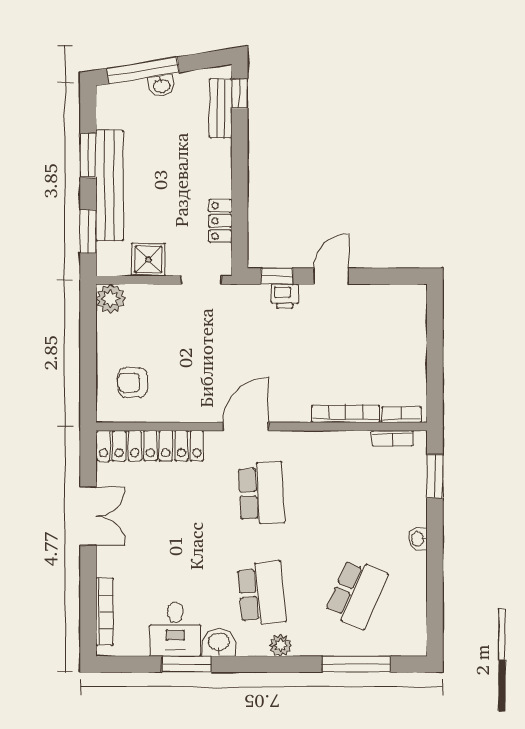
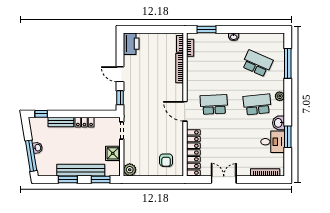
bench: (221, 108) -> (61, 122), moved
locker: (220, 221) -> (84, 122), moved
printer: (285, 296) -> (131, 44), moved, width x1.87, depth x1.48

